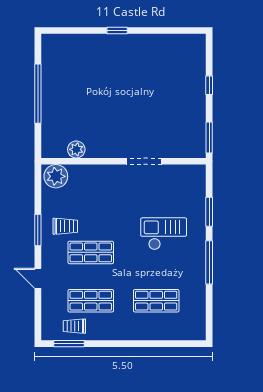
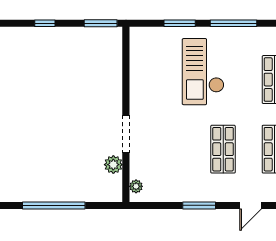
doorway: (144, 161) -> (126, 134), moved
plant: (56, 176) -> (136, 186), width x0.53, depth x0.53
trolley: (65, 226) -> (195, 176), removed
checkout: (164, 234) -> (203, 72), width x1.36, depth x1.21

